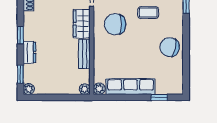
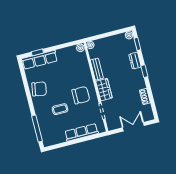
row of seats: (131, 87) -> (40, 60), moved

